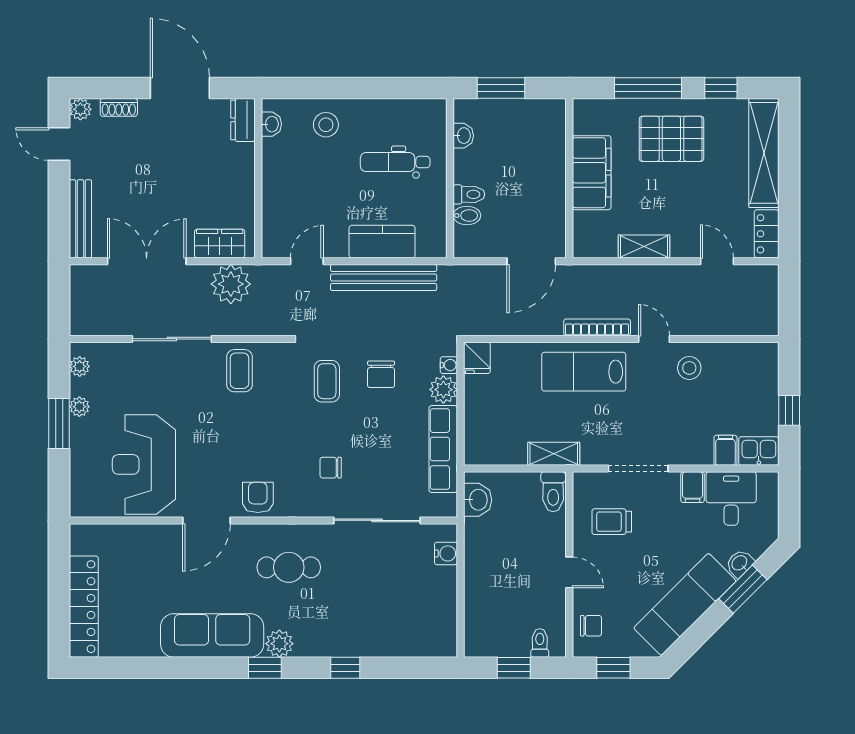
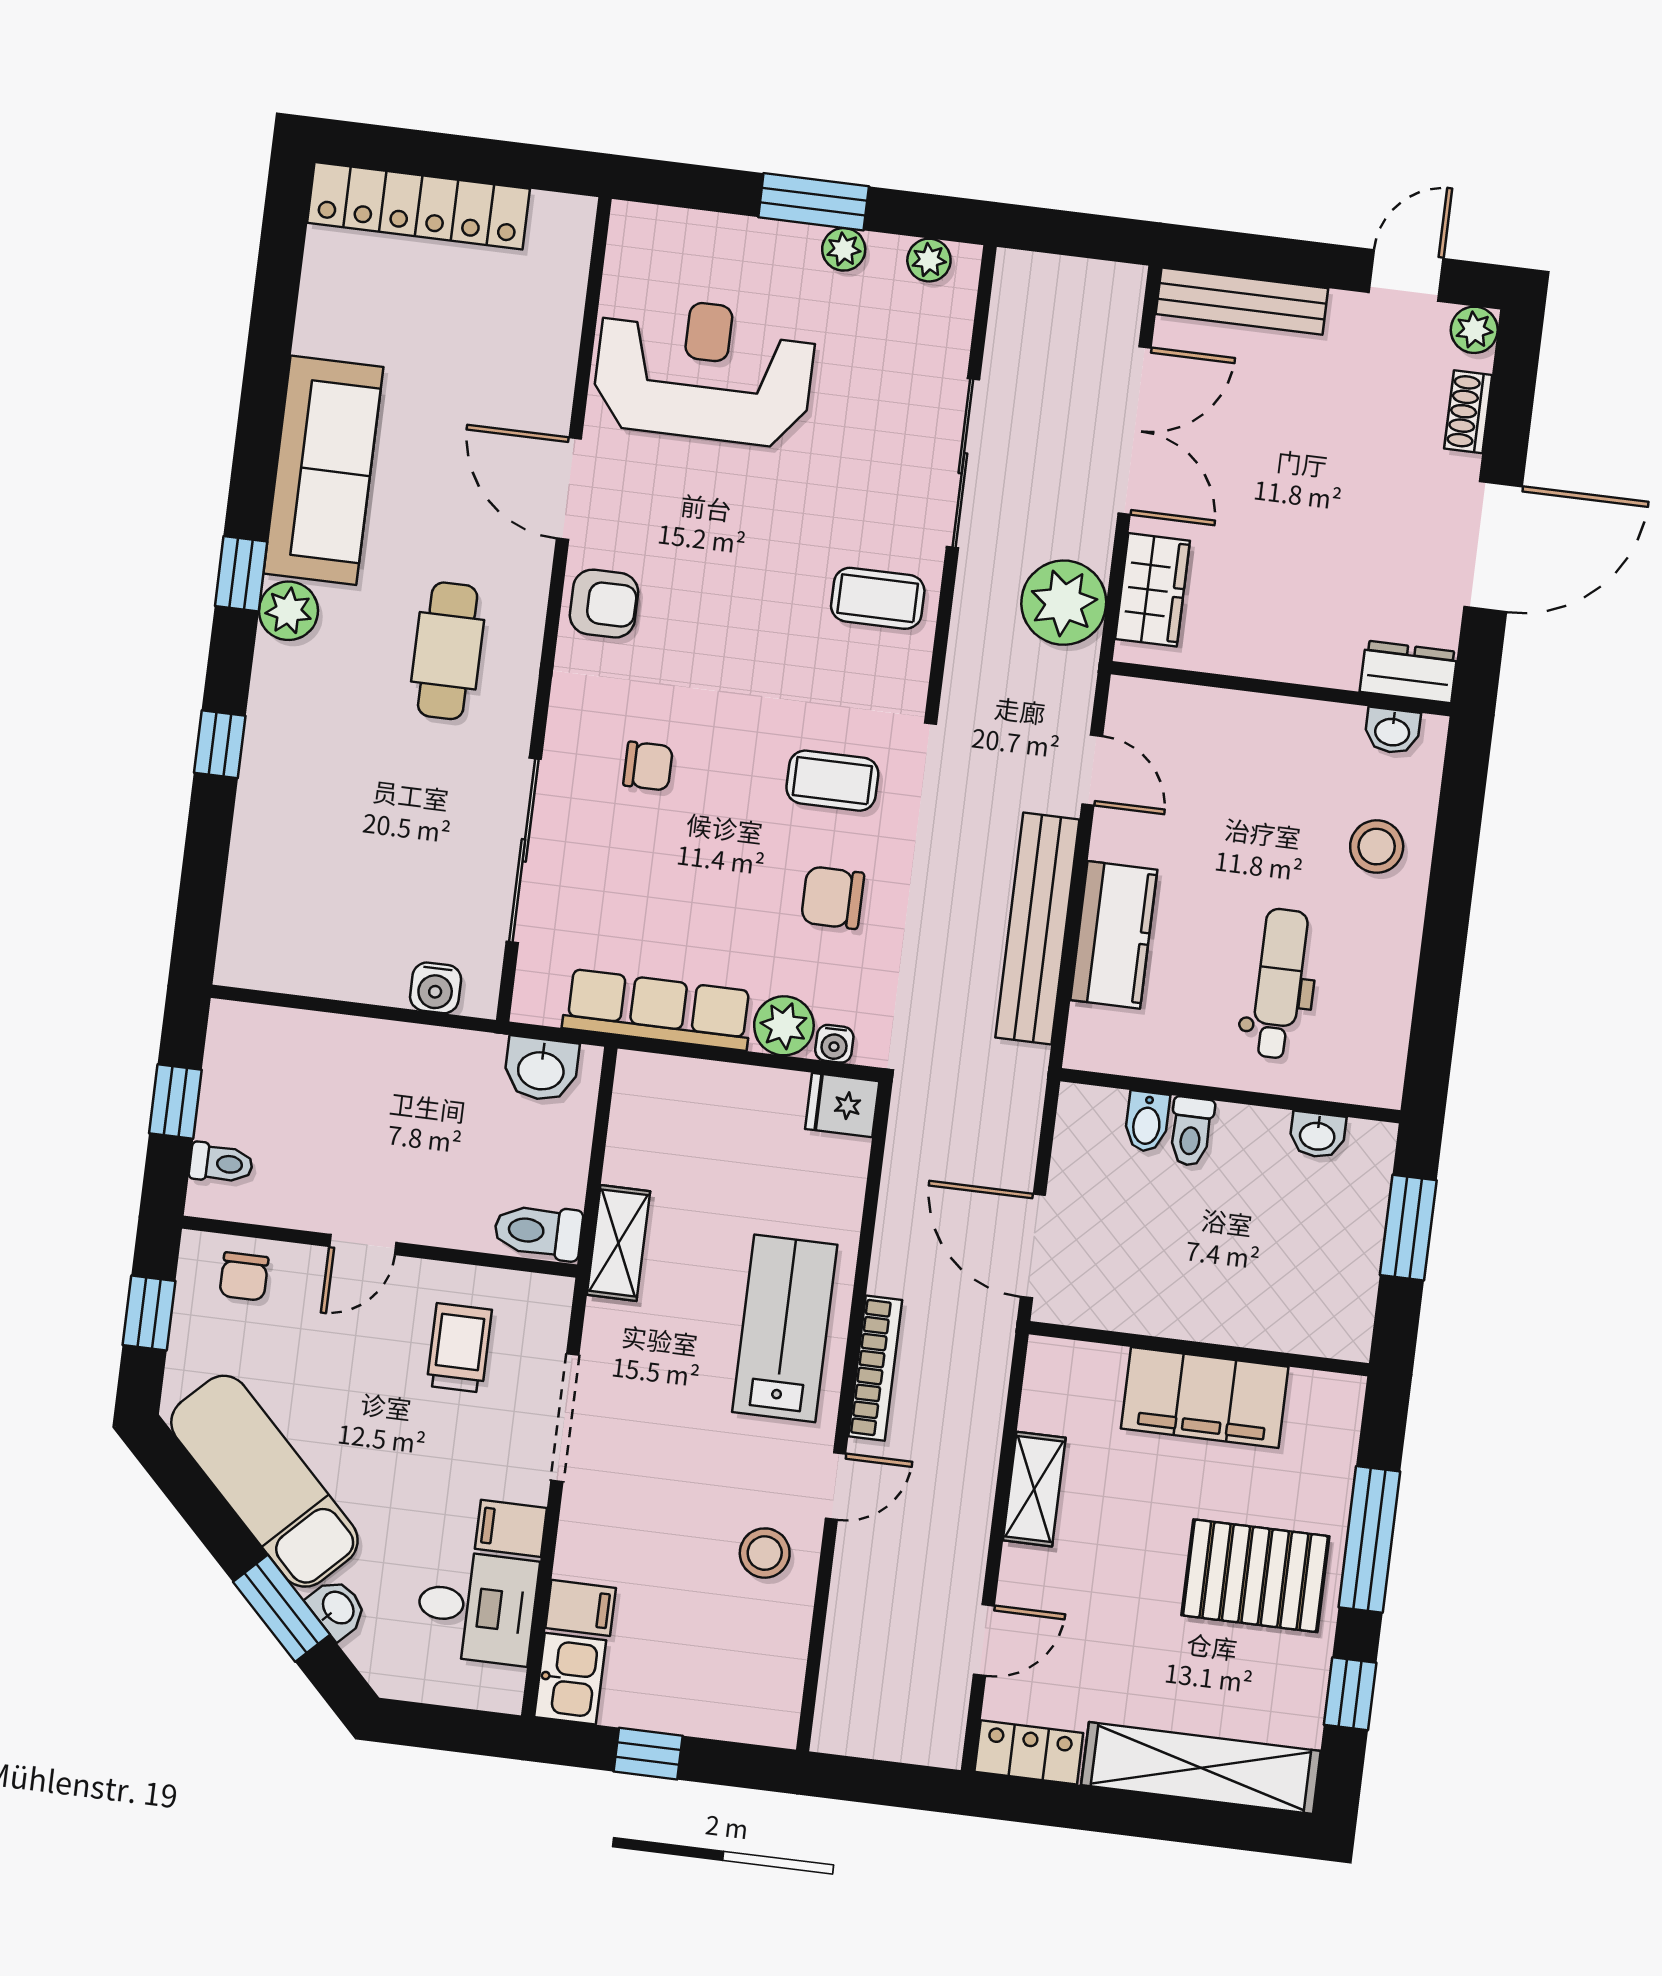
pallet: (671, 139) -> (1255, 1576), turned 90
chair: (331, 468) -> (648, 766), turned 90

